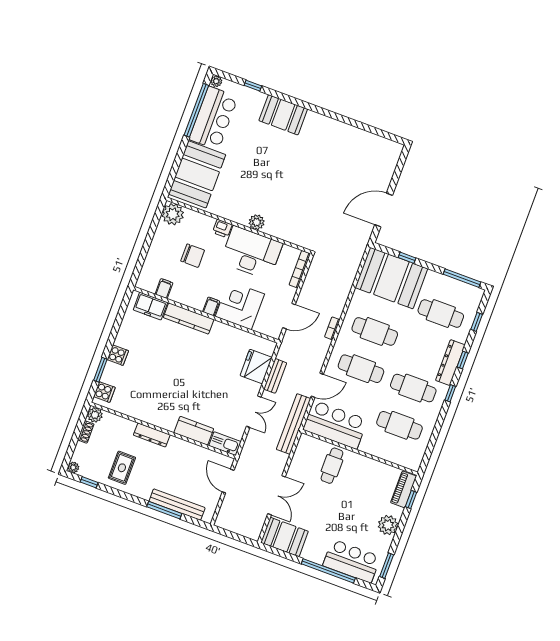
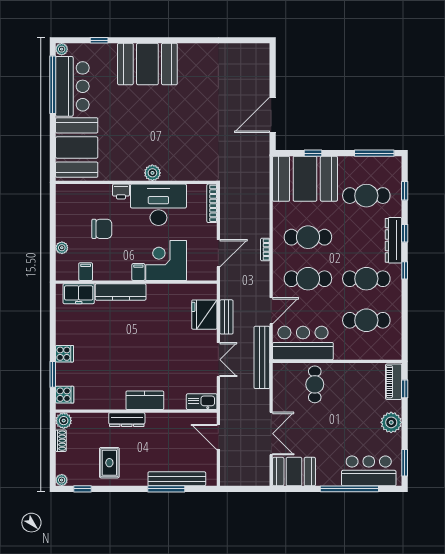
booth: (283, 115) -> (147, 64), width x1.36, depth x1.42
plant: (173, 214) -> (62, 248), moved, width x0.53, depth x0.53
kitchen counter: (194, 431) -> (145, 400), moved

